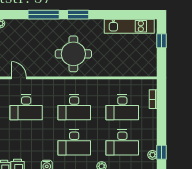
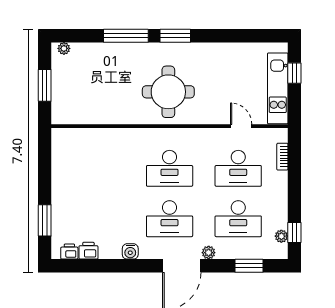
kitchen unit: (129, 26) -> (278, 88), moved, turned 90
door: (19, 78) -> (241, 126), moved
desk: (26, 107) -> (101, 168), removed

